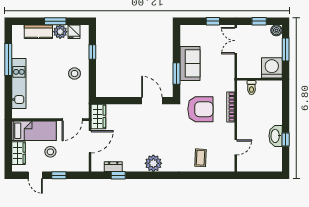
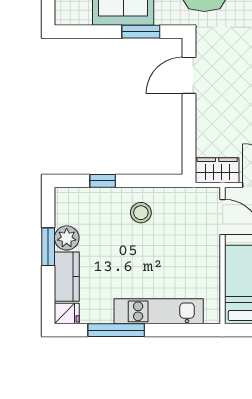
fridge: (74, 32) -> (67, 313), moved

